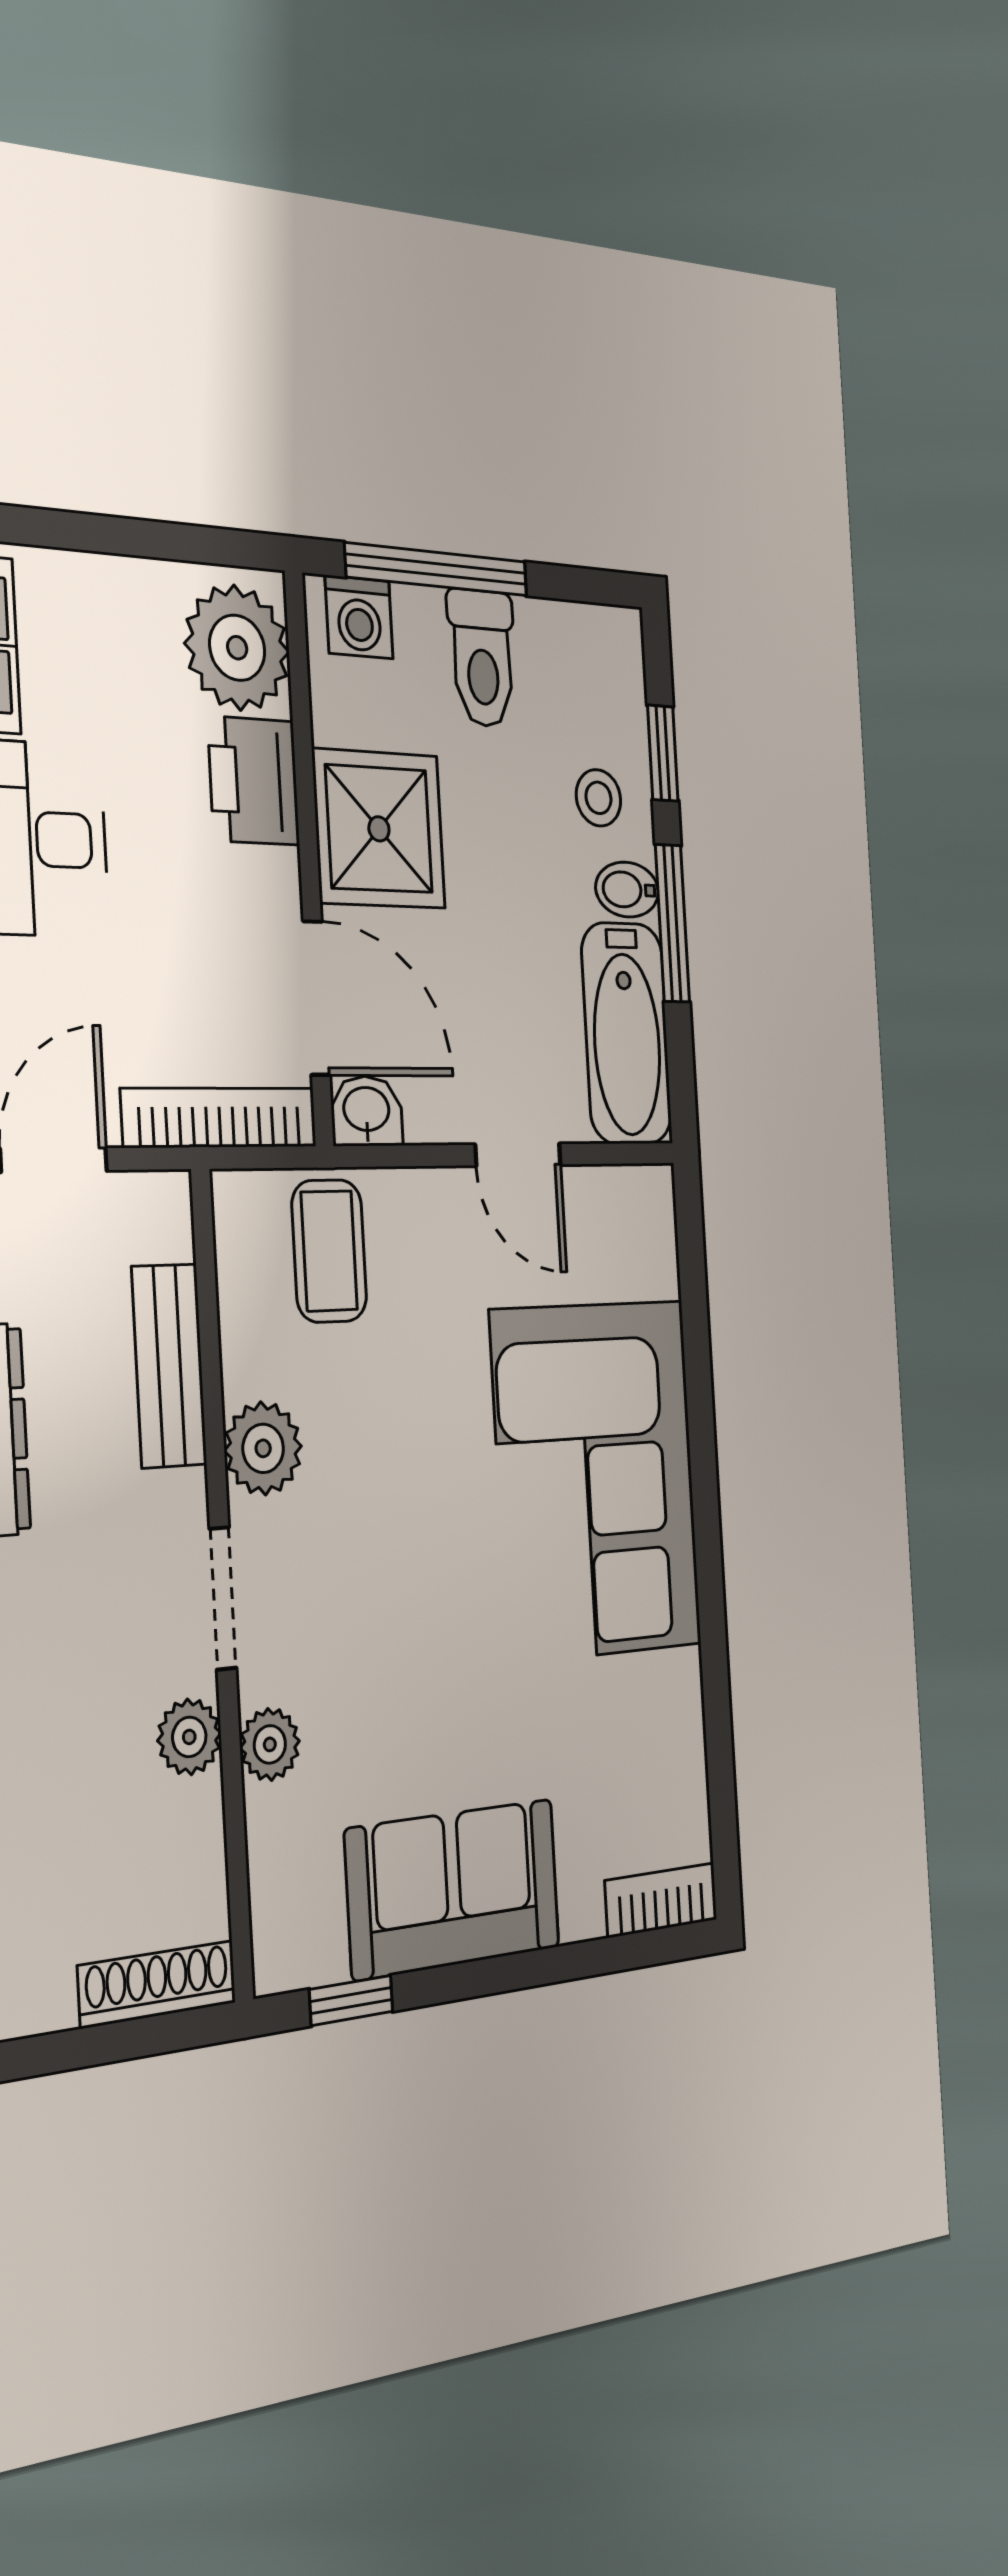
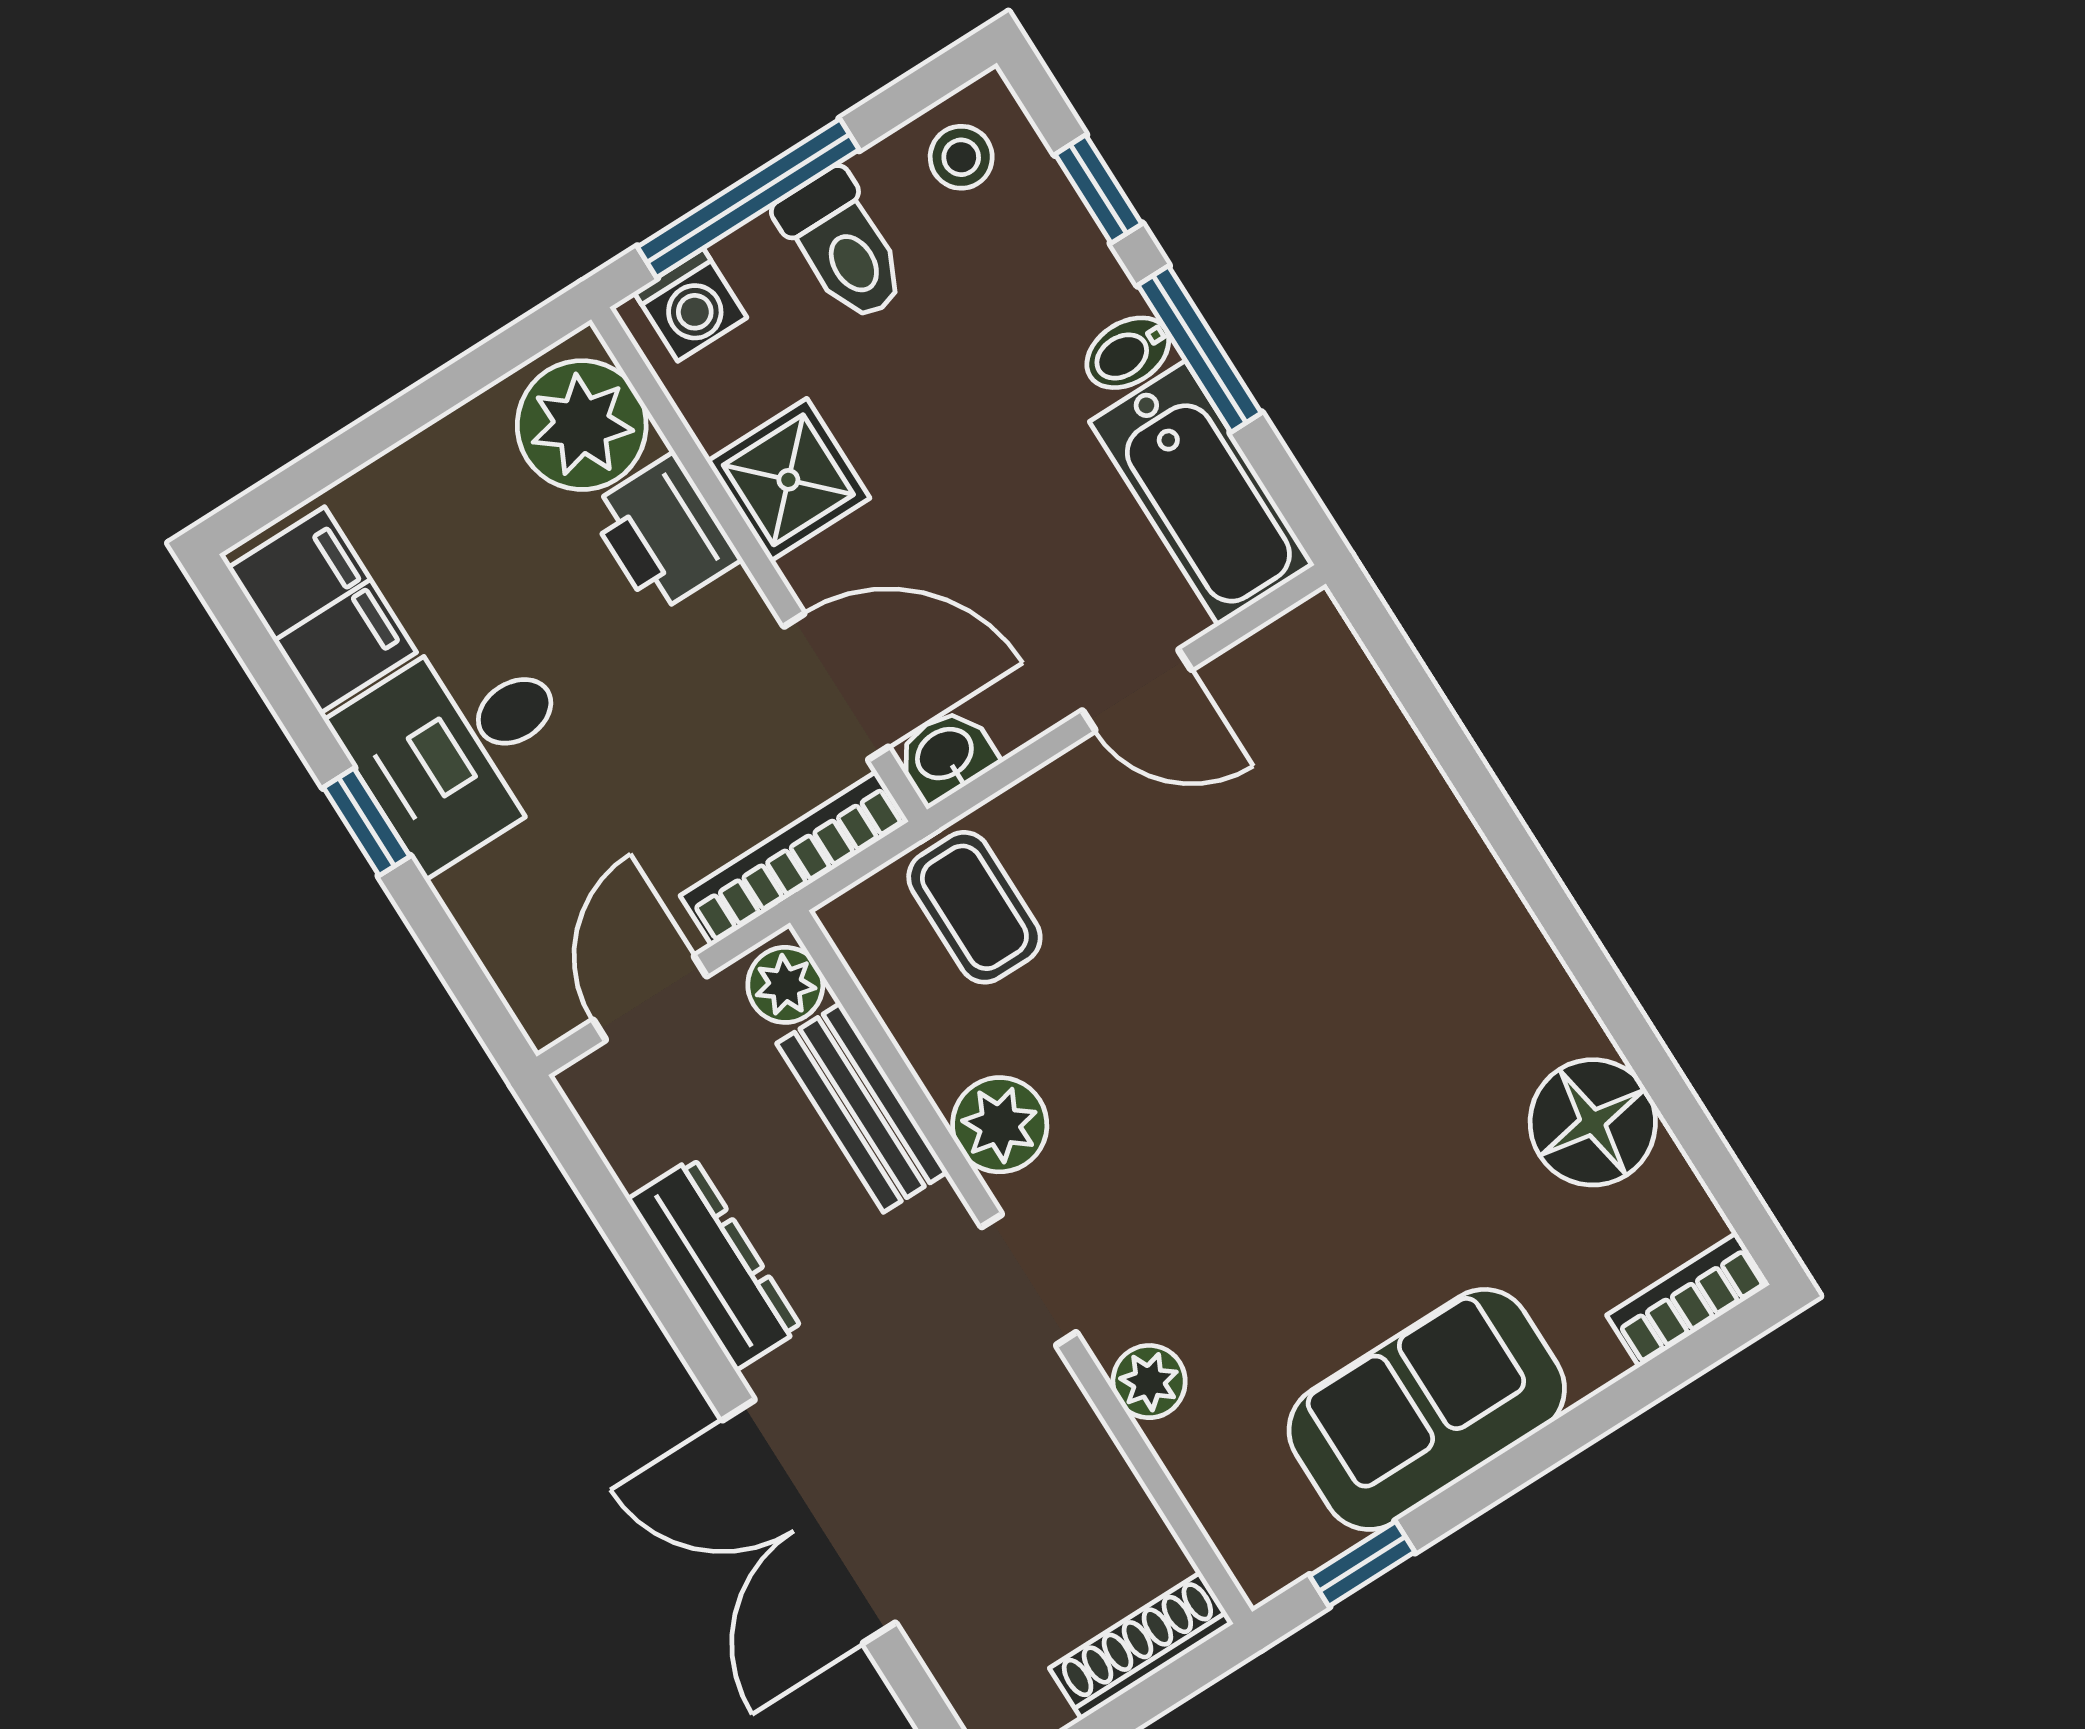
stool: (598, 798) -> (961, 157), moved
shower: (379, 829) -> (788, 480), width x0.73, depth x0.73
corner sofa: (597, 1479) -> (1395, 942), removed
floor lamp: (661, 1713) -> (1593, 1122), added
plant: (189, 1737) -> (785, 985), moved

